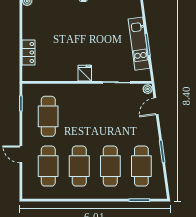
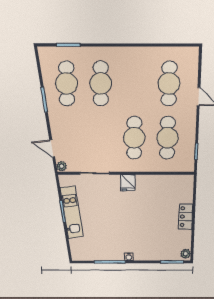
locker: (29, 52) -> (186, 217), moved
door: (156, 106) -> (52, 148), swing flipped
cafe table: (79, 166) -> (134, 138), moved

